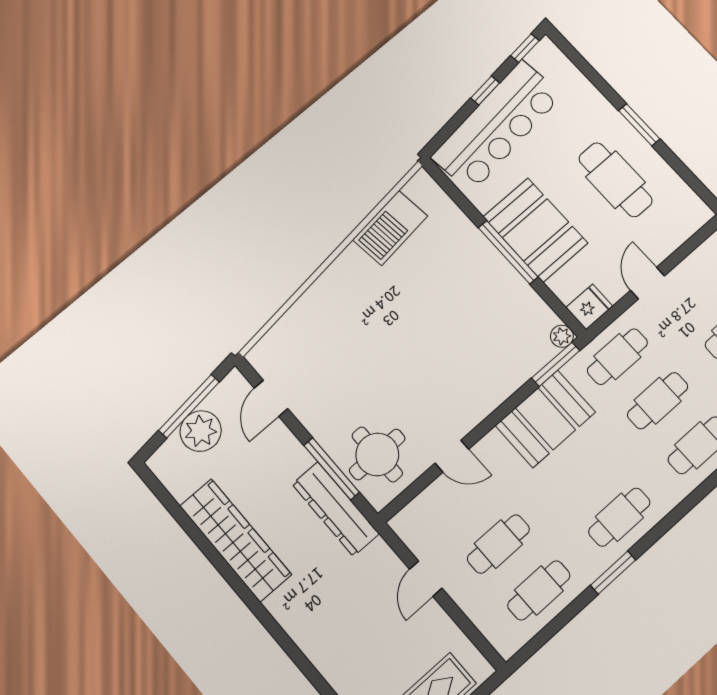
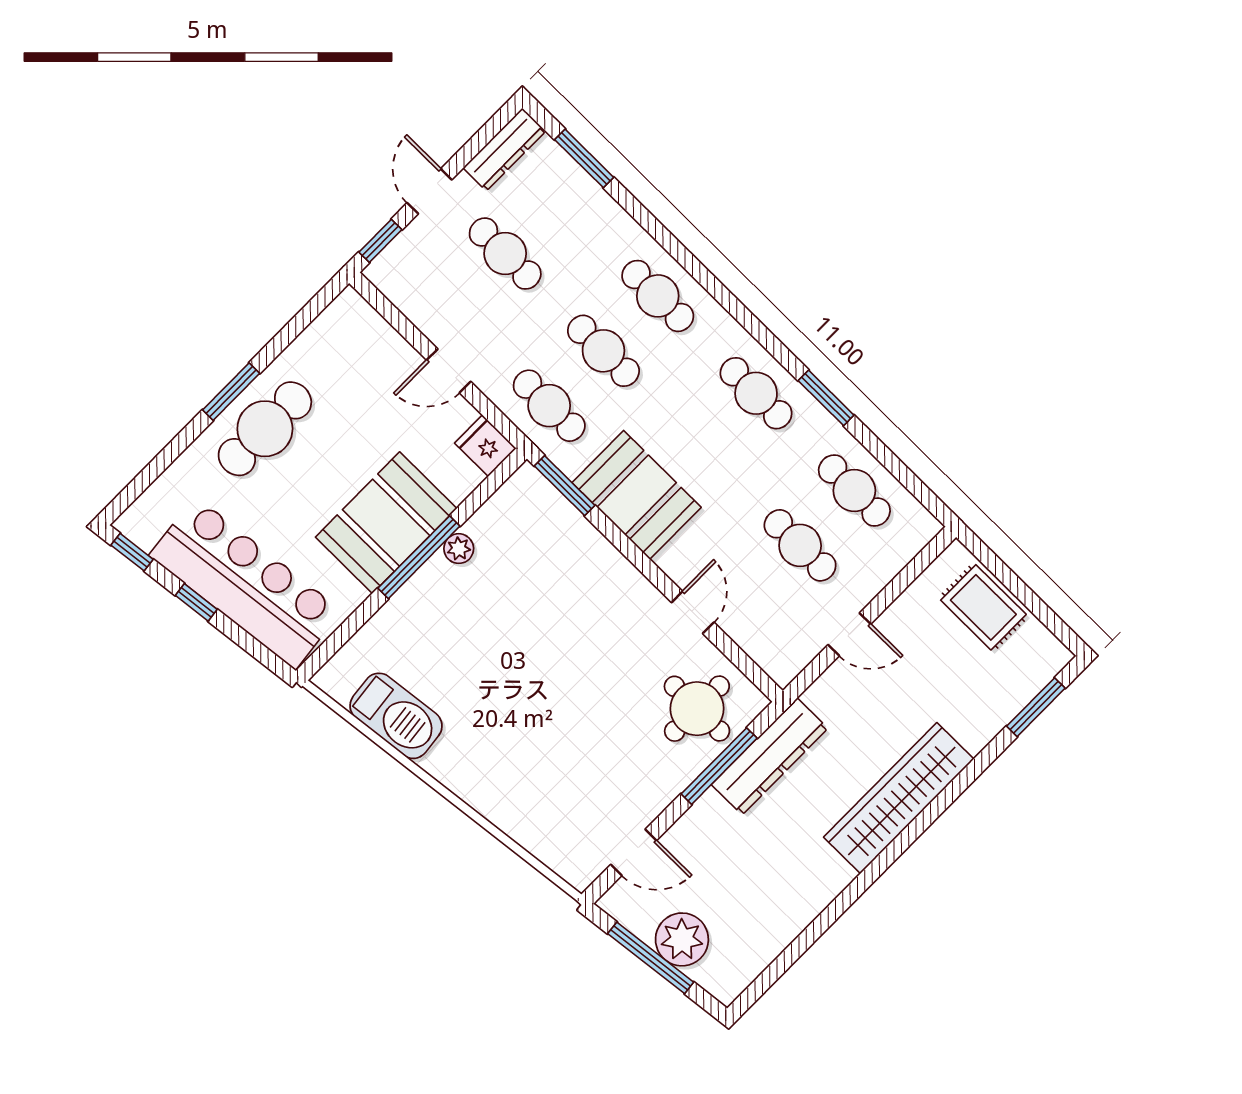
cafe table: (615, 180) -> (265, 429), moved
plant: (562, 336) -> (459, 549), moved
wardrobe: (235, 540) -> (899, 798), moved

